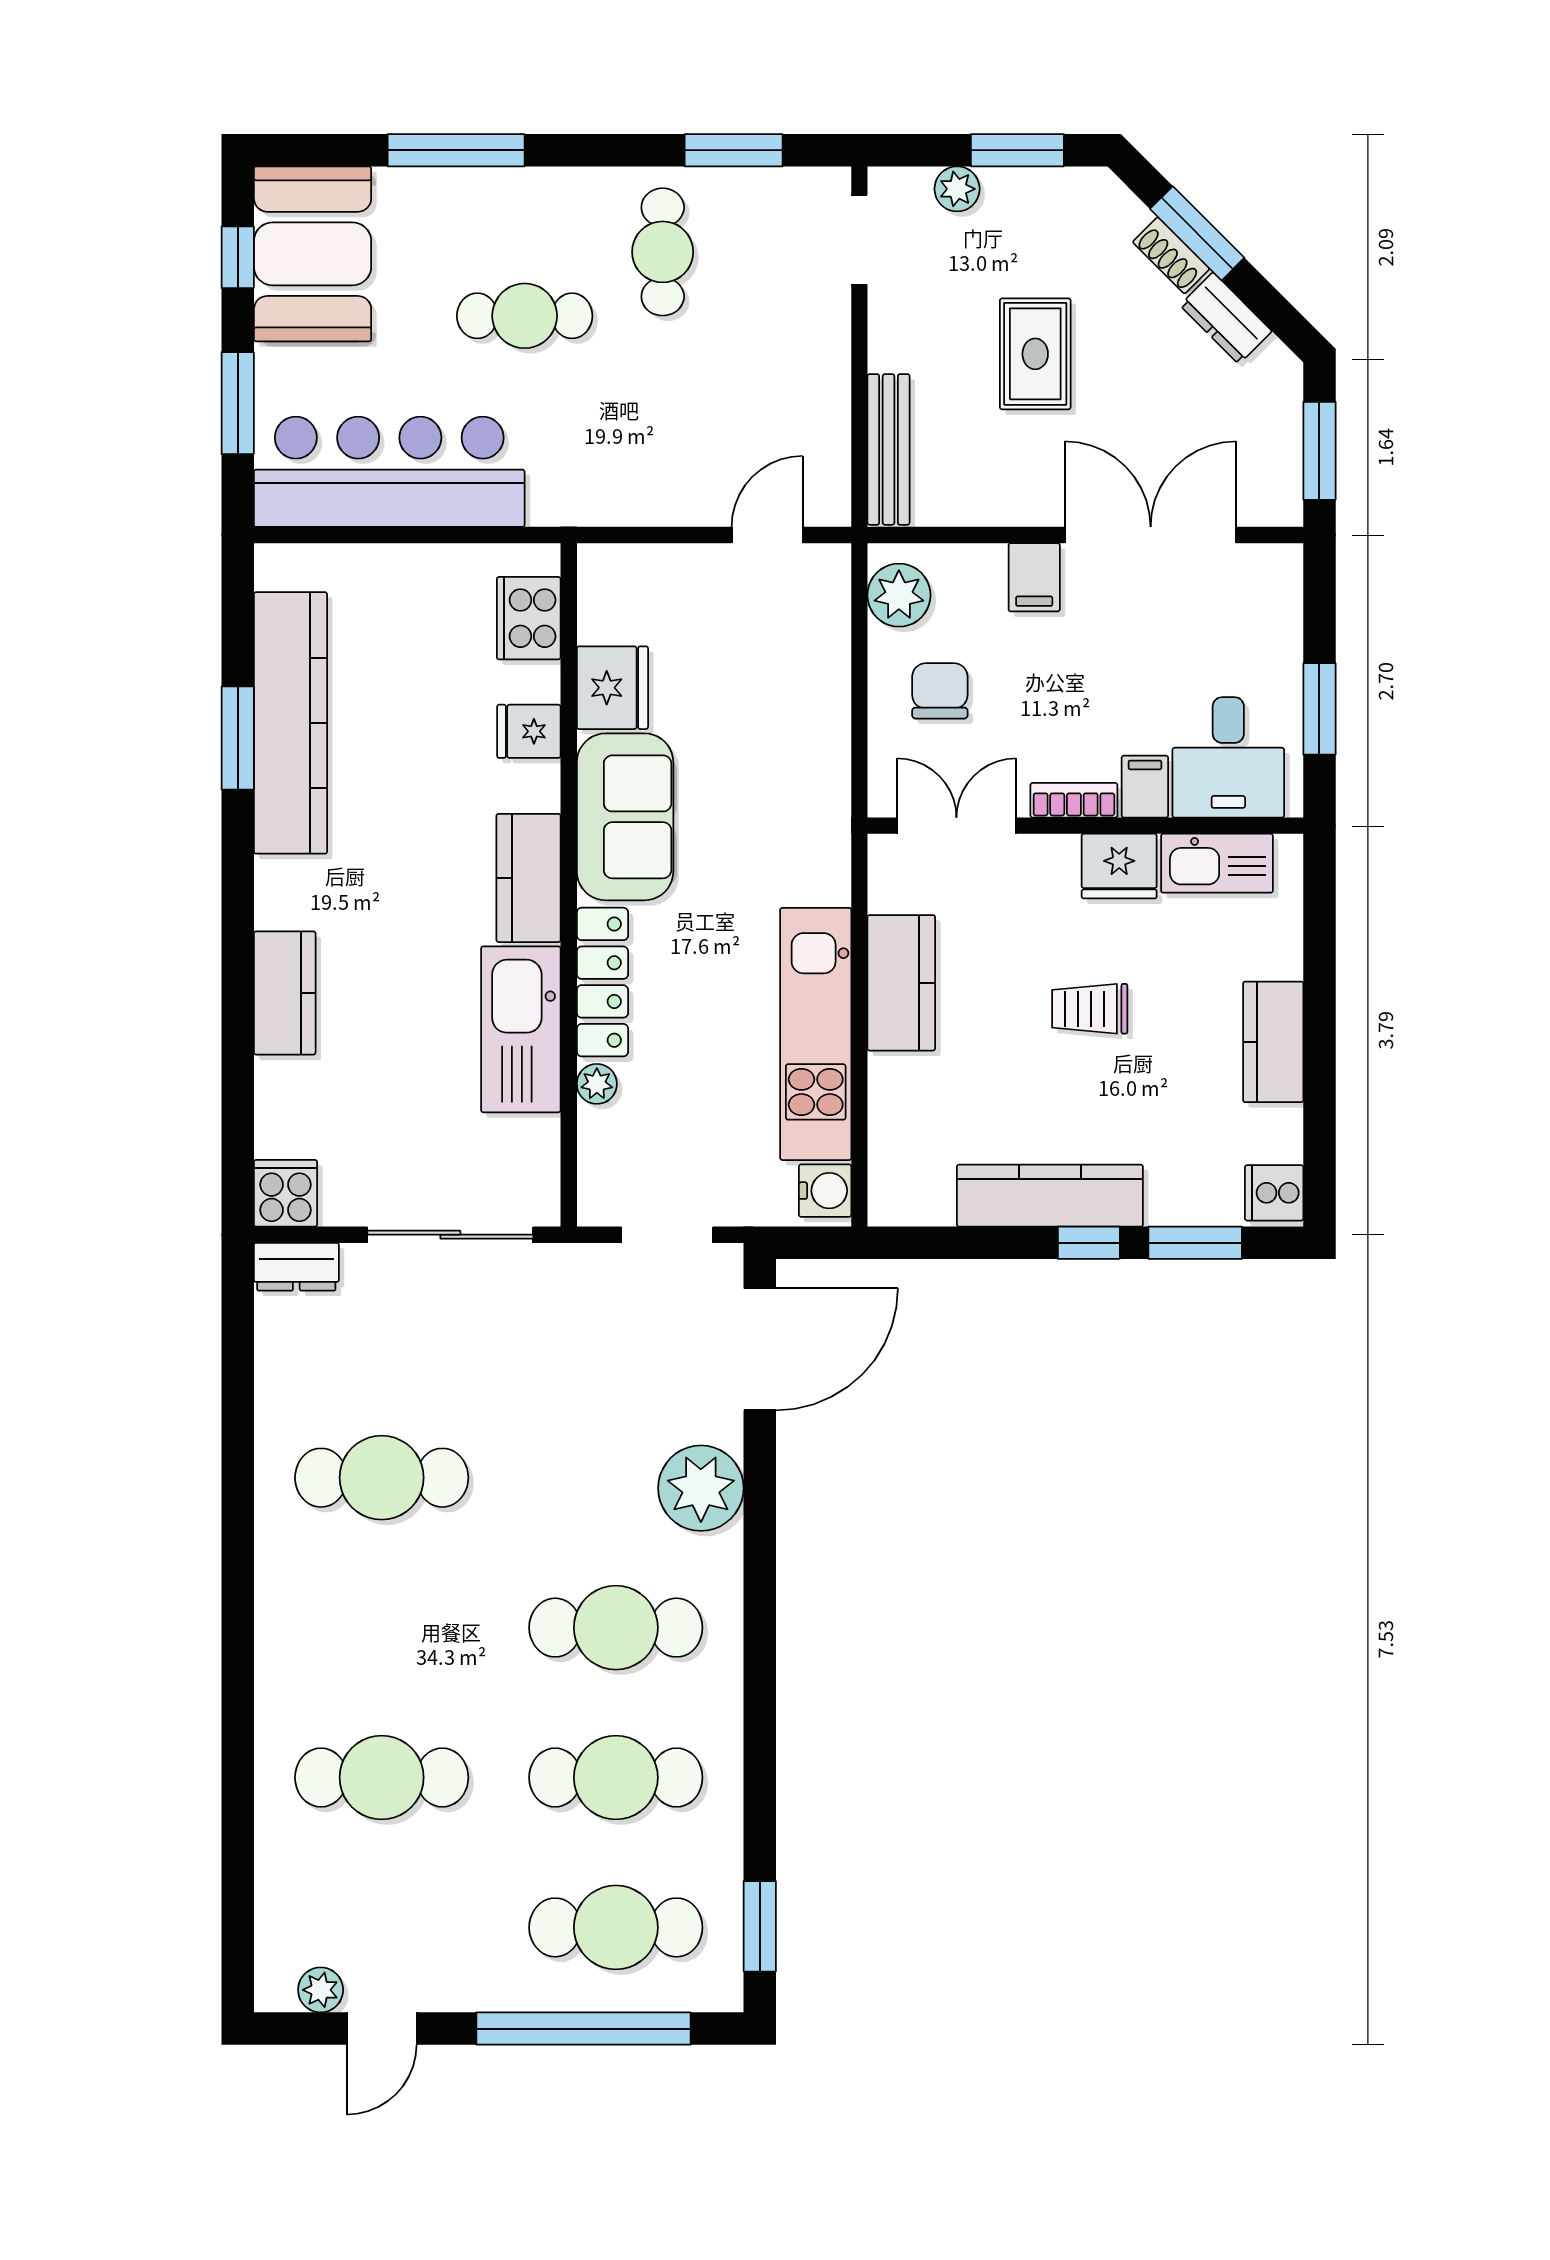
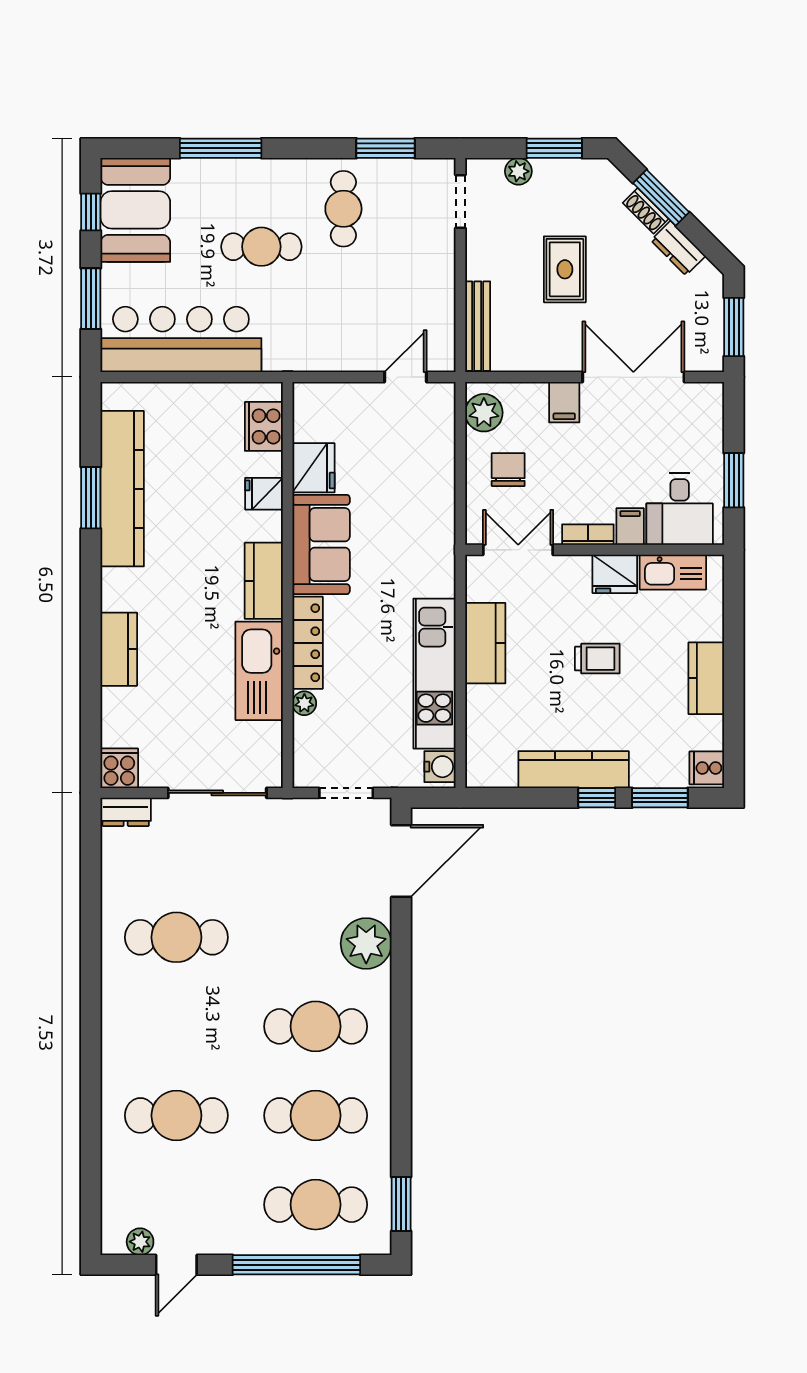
trolley: (1090, 1009) -> (597, 659), turned 180

